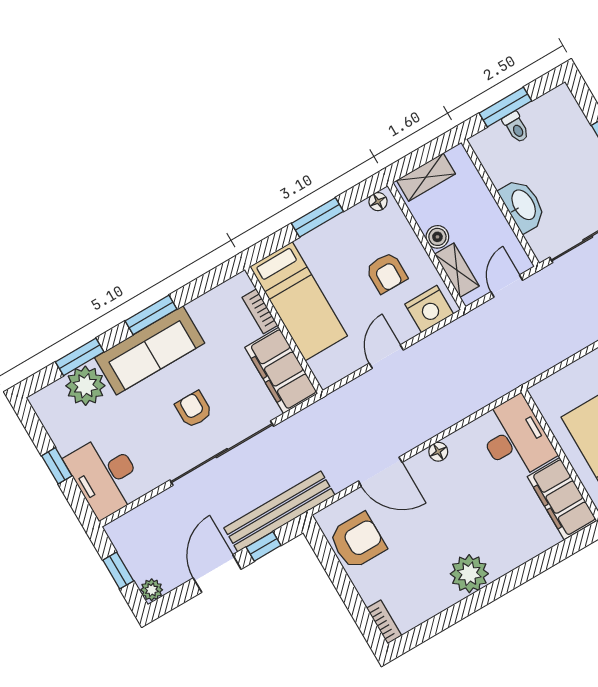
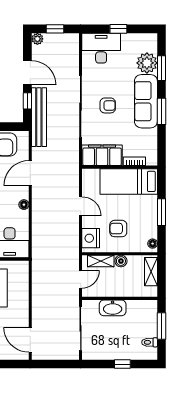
toilet: (516, 127) -> (150, 342), moved
door: (507, 286) -> (81, 279), hinge flipped

